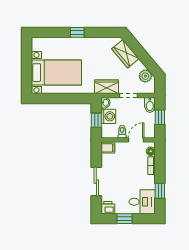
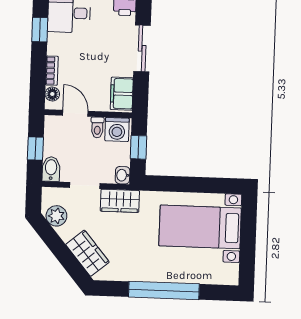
window: (77, 32) -> (164, 290), width x3.17
washing machine: (108, 116) -> (117, 129), moved, turned -90
door: (136, 140) -> (75, 113), swing flipped
filing cabinet: (108, 148) -> (122, 94), width x2.00

